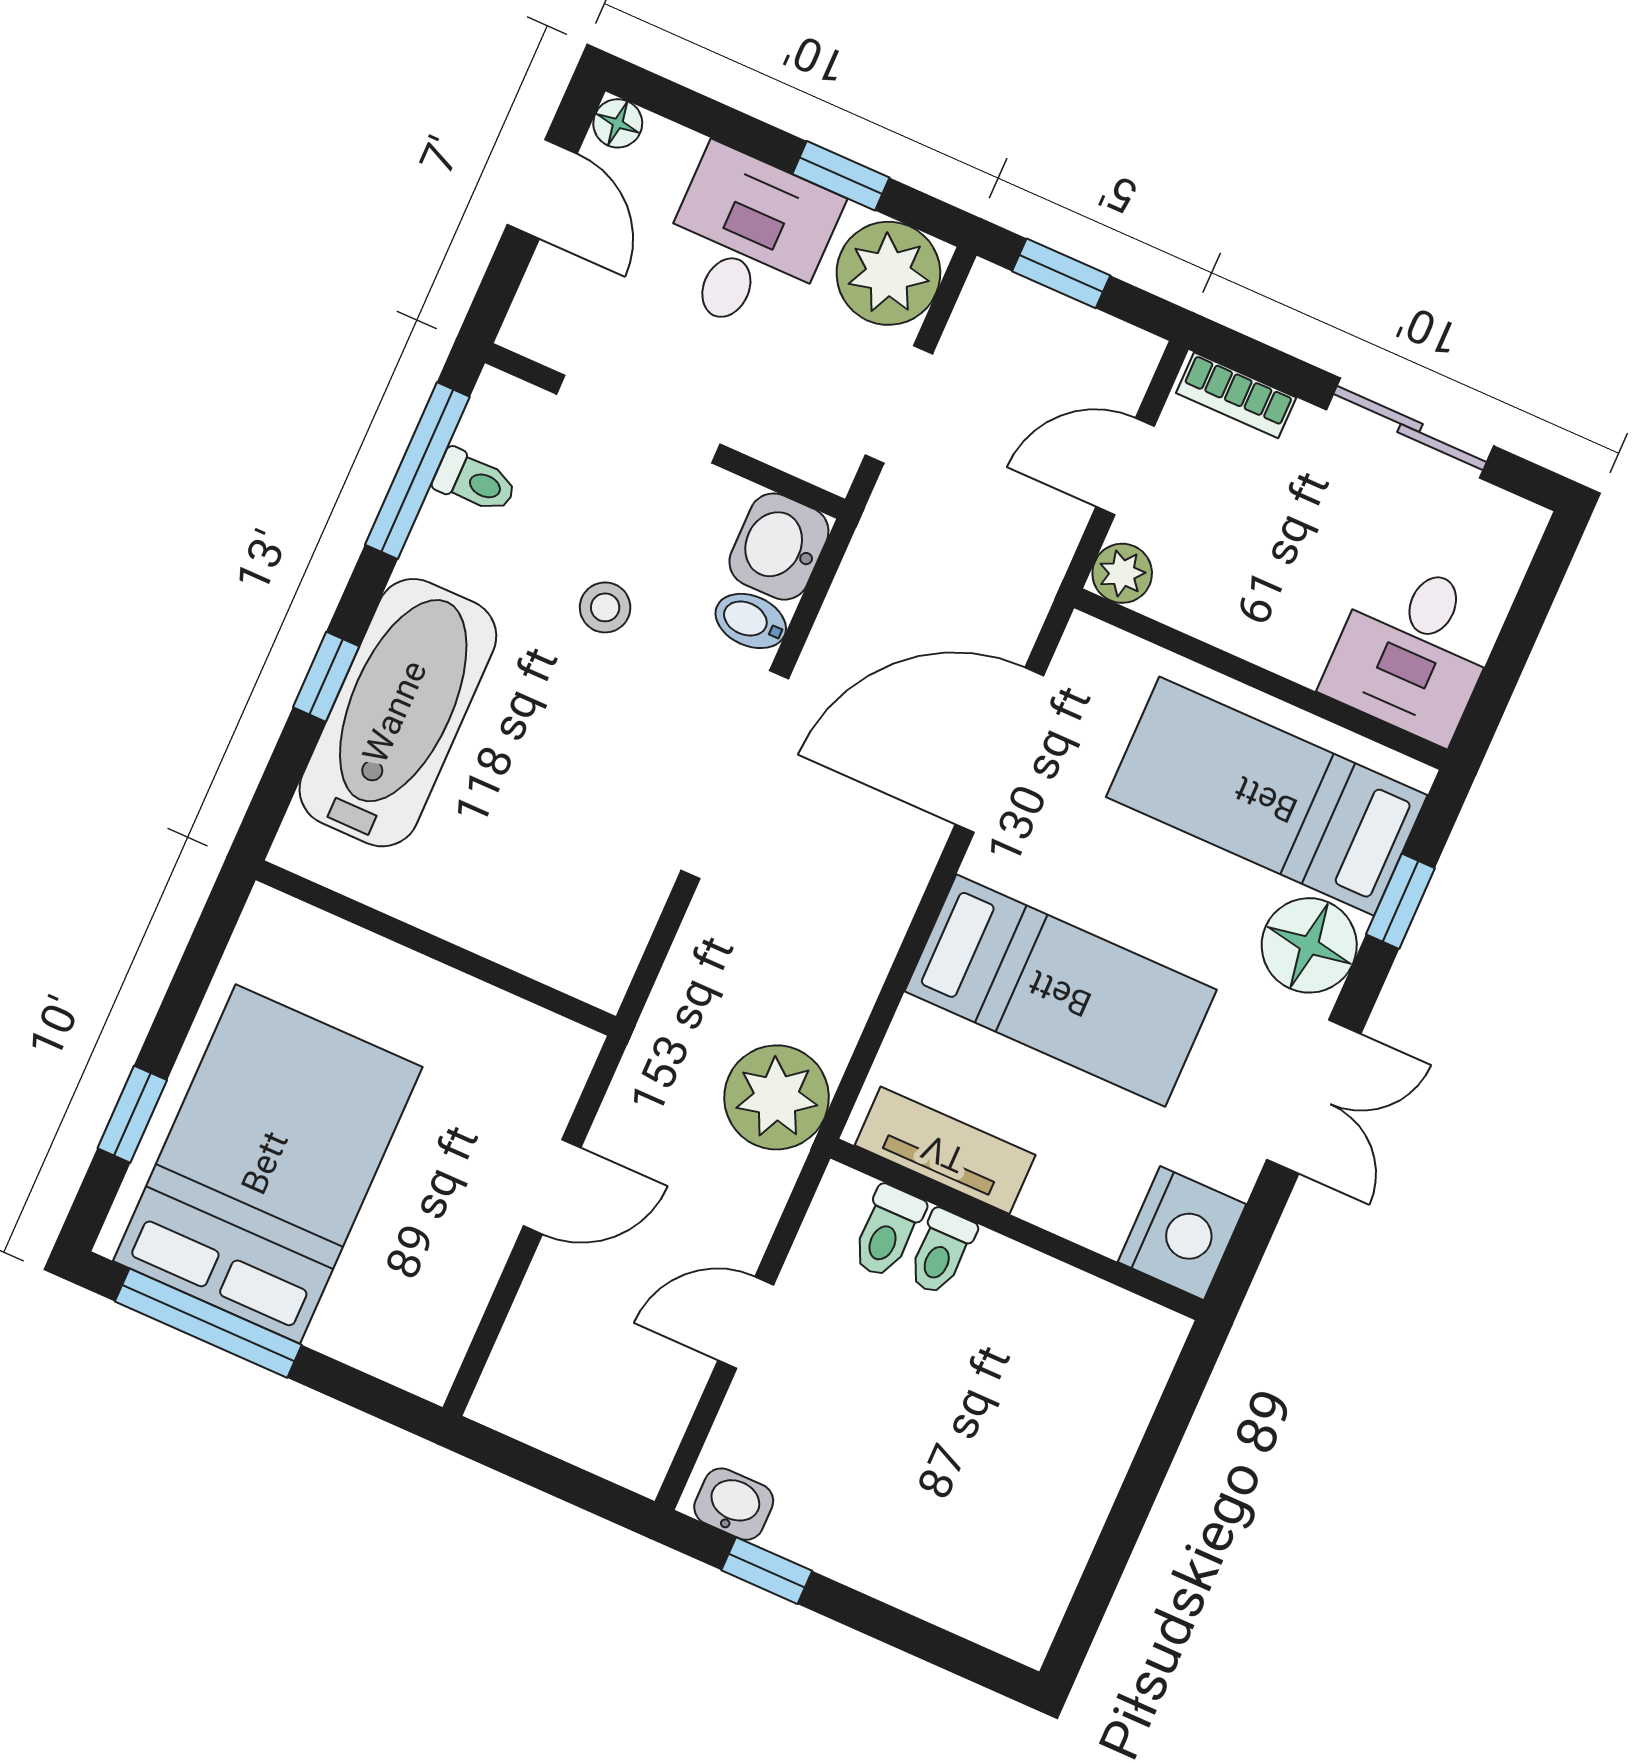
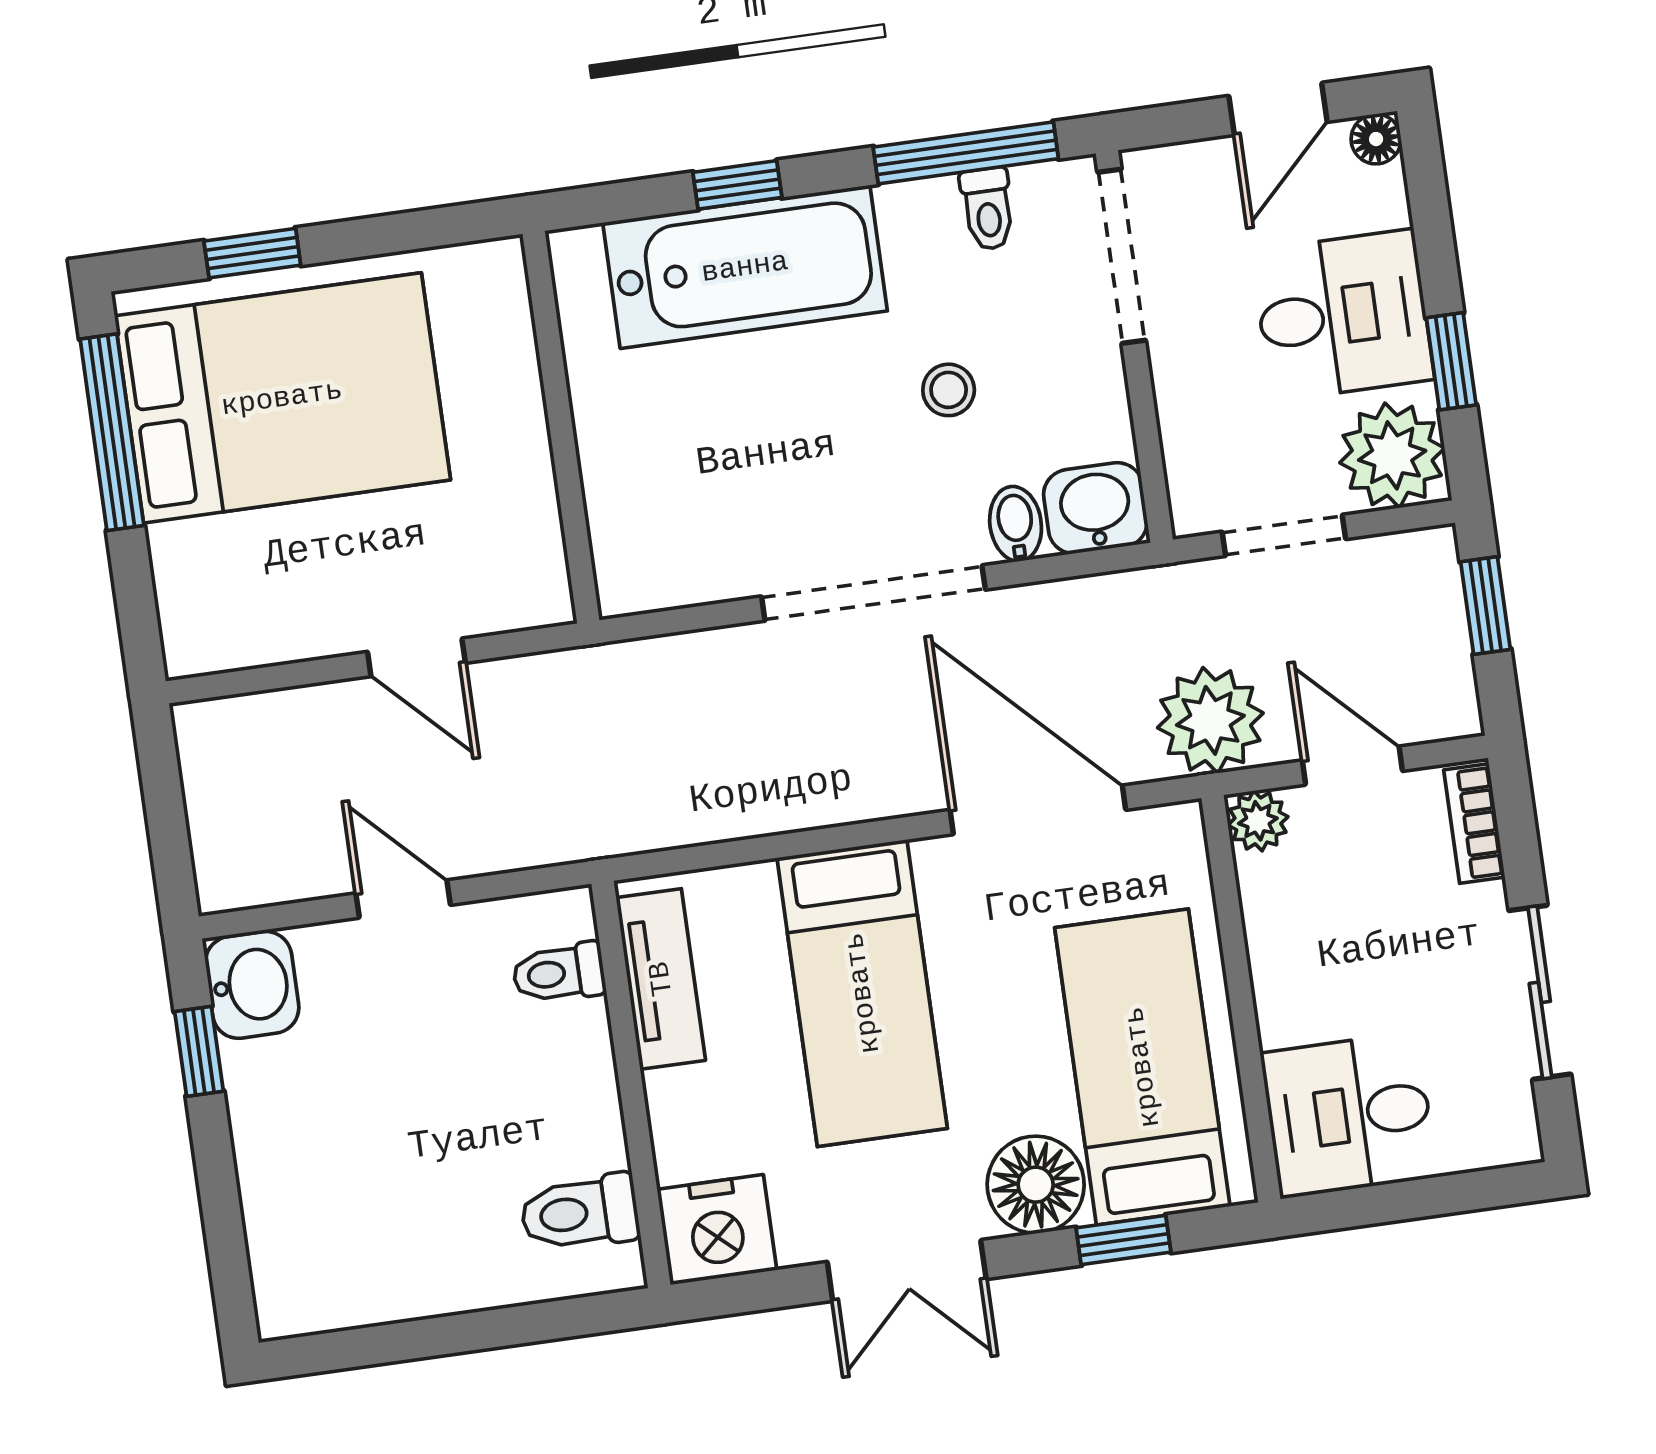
doorway: (638, 419) -> (1122, 256), moved
plant: (777, 1097) -> (1210, 720), moved
toilet: (941, 1252) -> (580, 1213), moved, width x1.37, depth x1.39
washbasin: (734, 1504) -> (252, 985), width x1.38, depth x1.45

